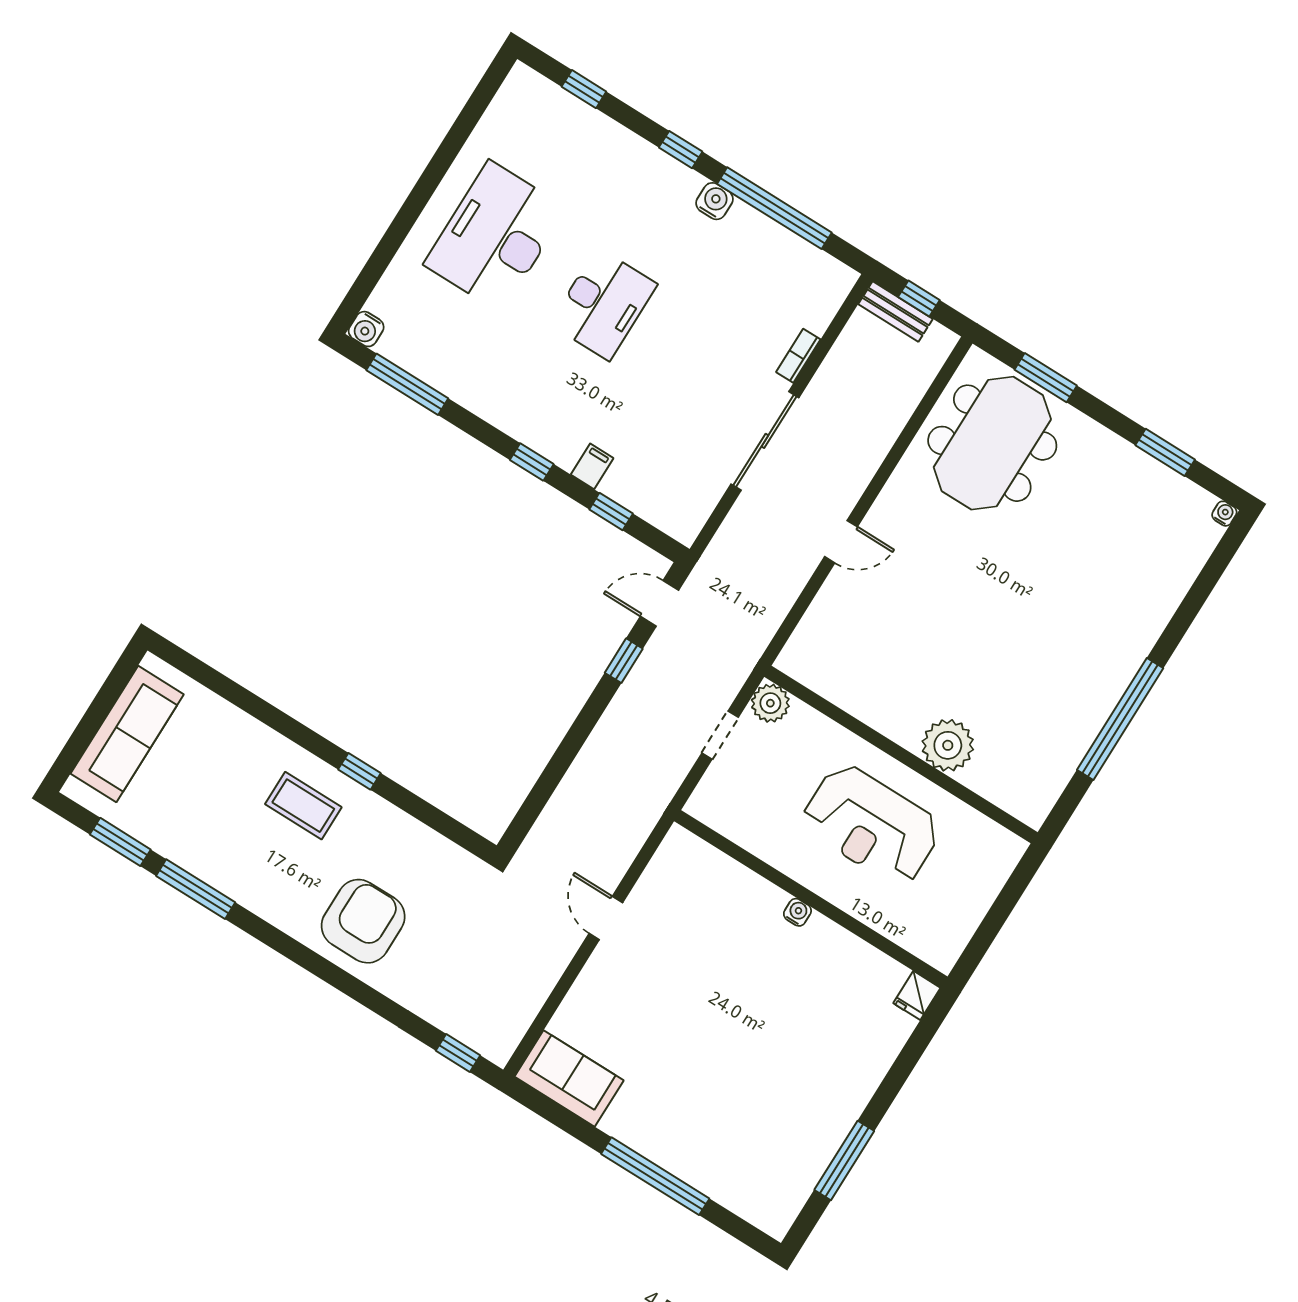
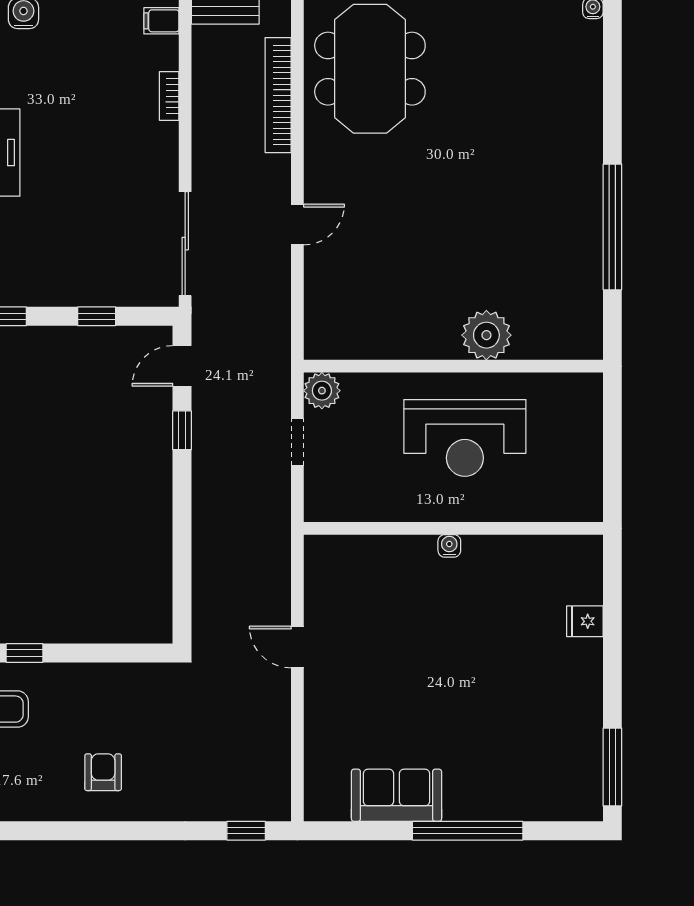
bookcase: (896, 416) -> (278, 95), added
sliding door: (765, 441) -> (185, 244), moved
filing cabinet: (592, 466) -> (161, 21), moved, turned -90
armchair: (363, 921) -> (103, 772), width x0.53, depth x0.53
fridge: (917, 995) -> (585, 621), moved, turned 90
sofa: (569, 1079) -> (396, 795), moved
window: (844, 1160) -> (612, 767), moved

